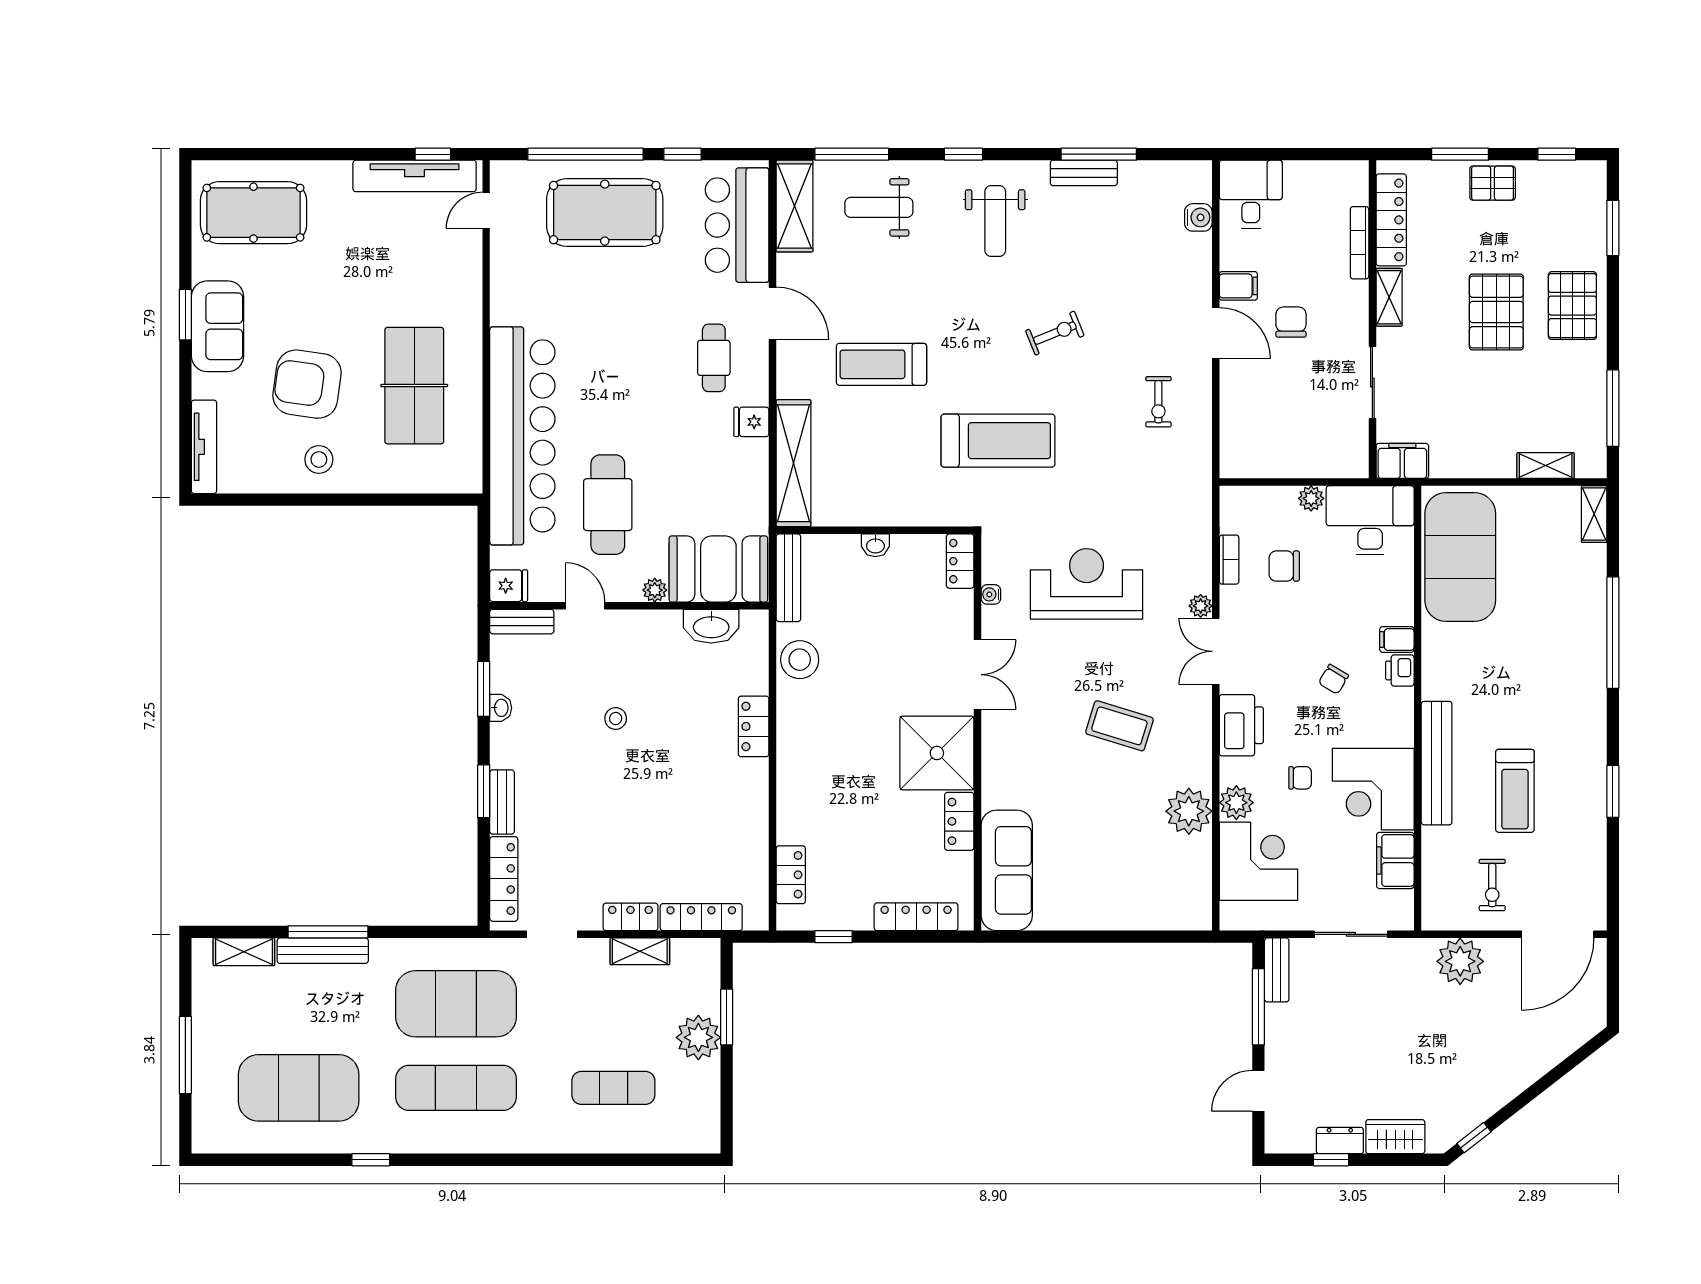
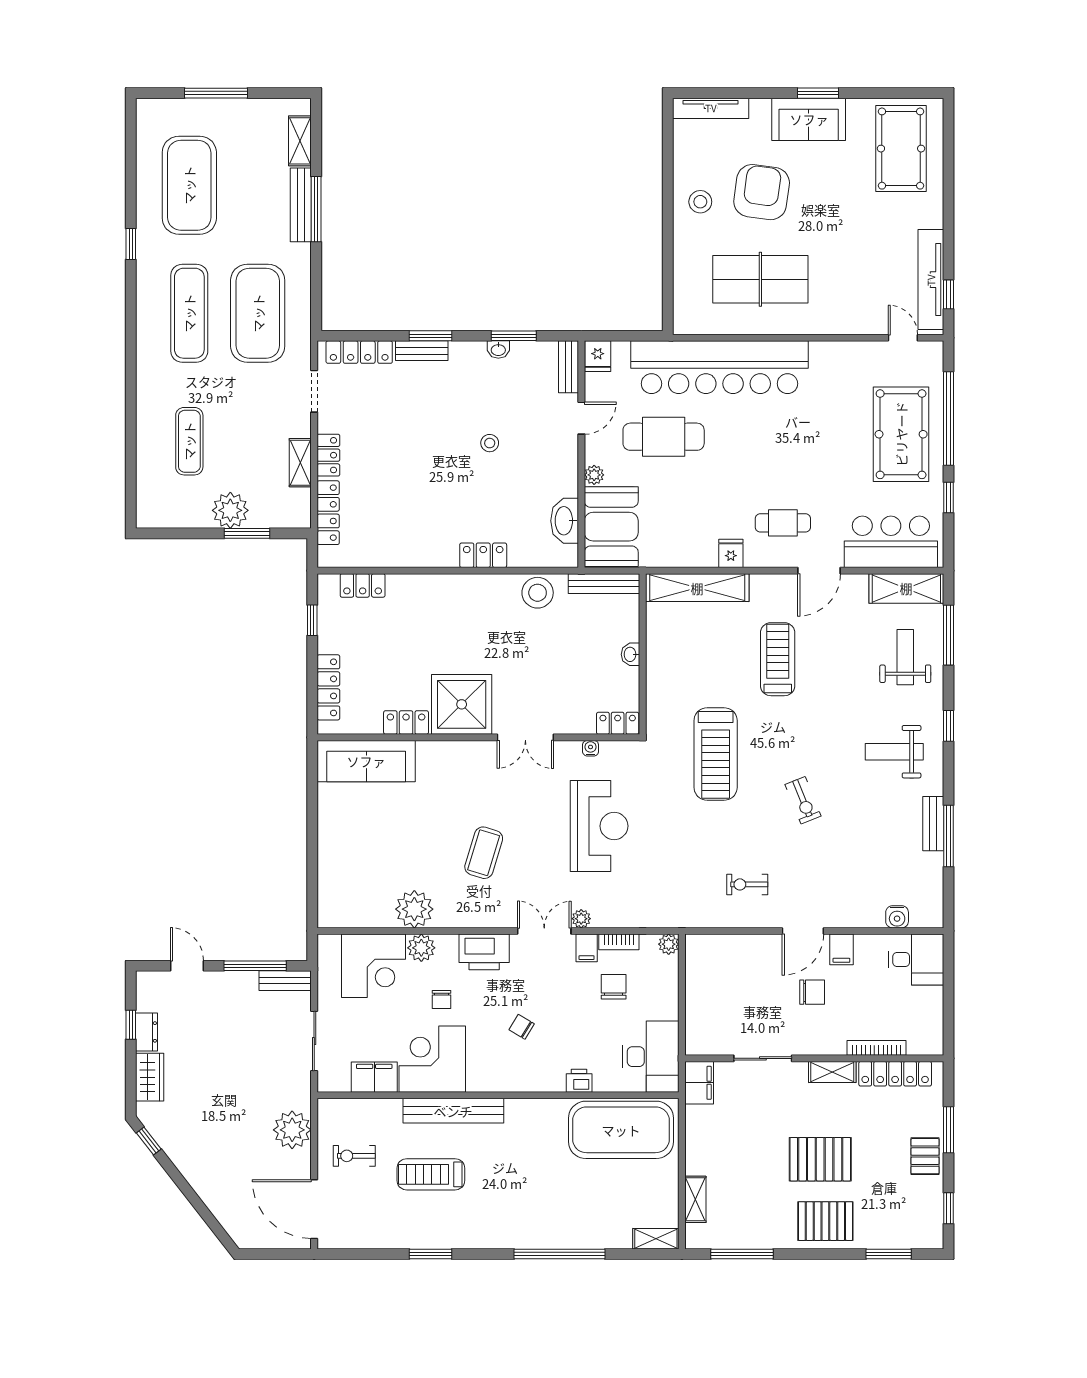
plant: (1311, 498) -> (669, 944), moved
filing cabinet: (1397, 639) -> (587, 948), moved, turned 180
printer: (1400, 670) -> (579, 1081), moved

